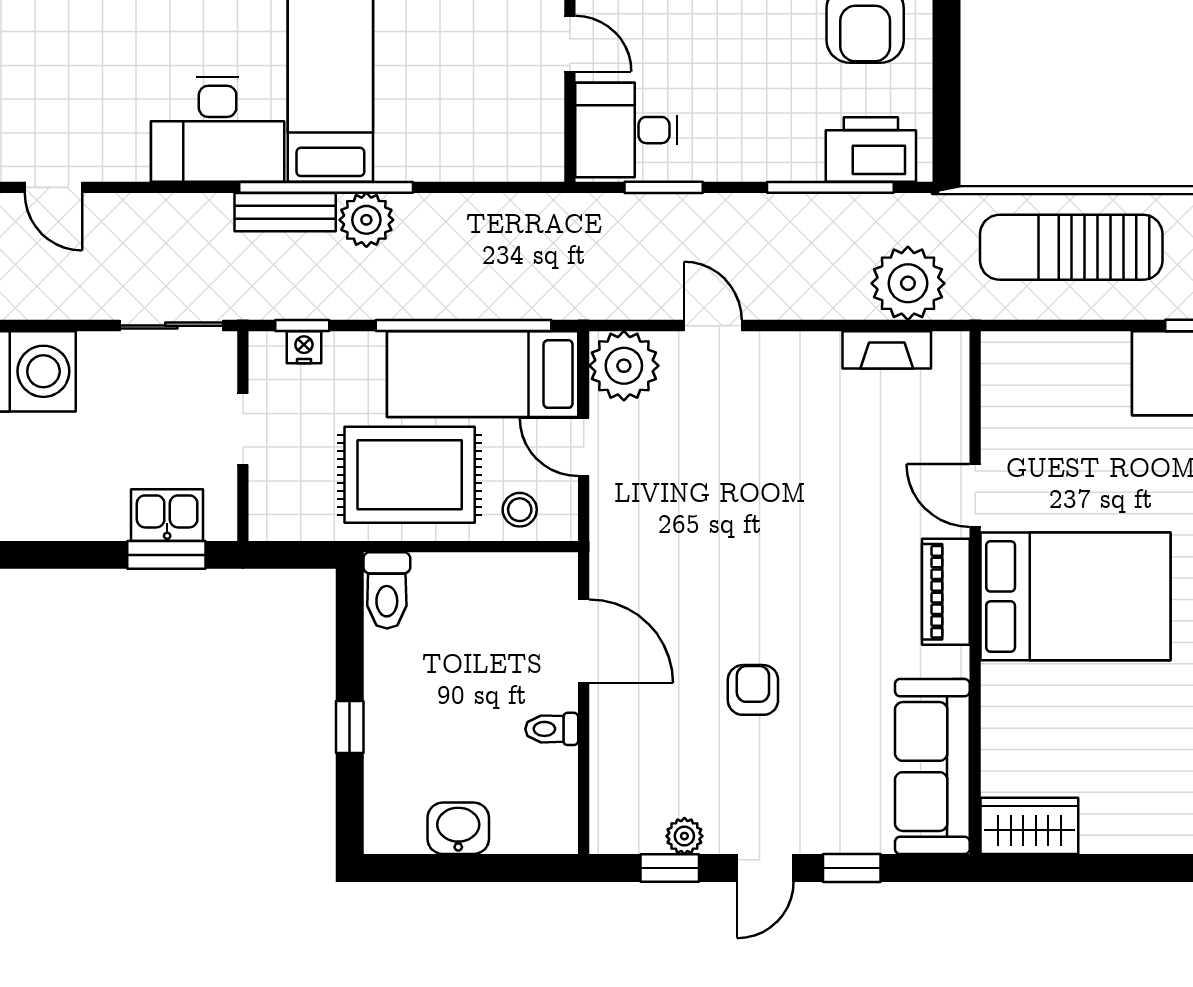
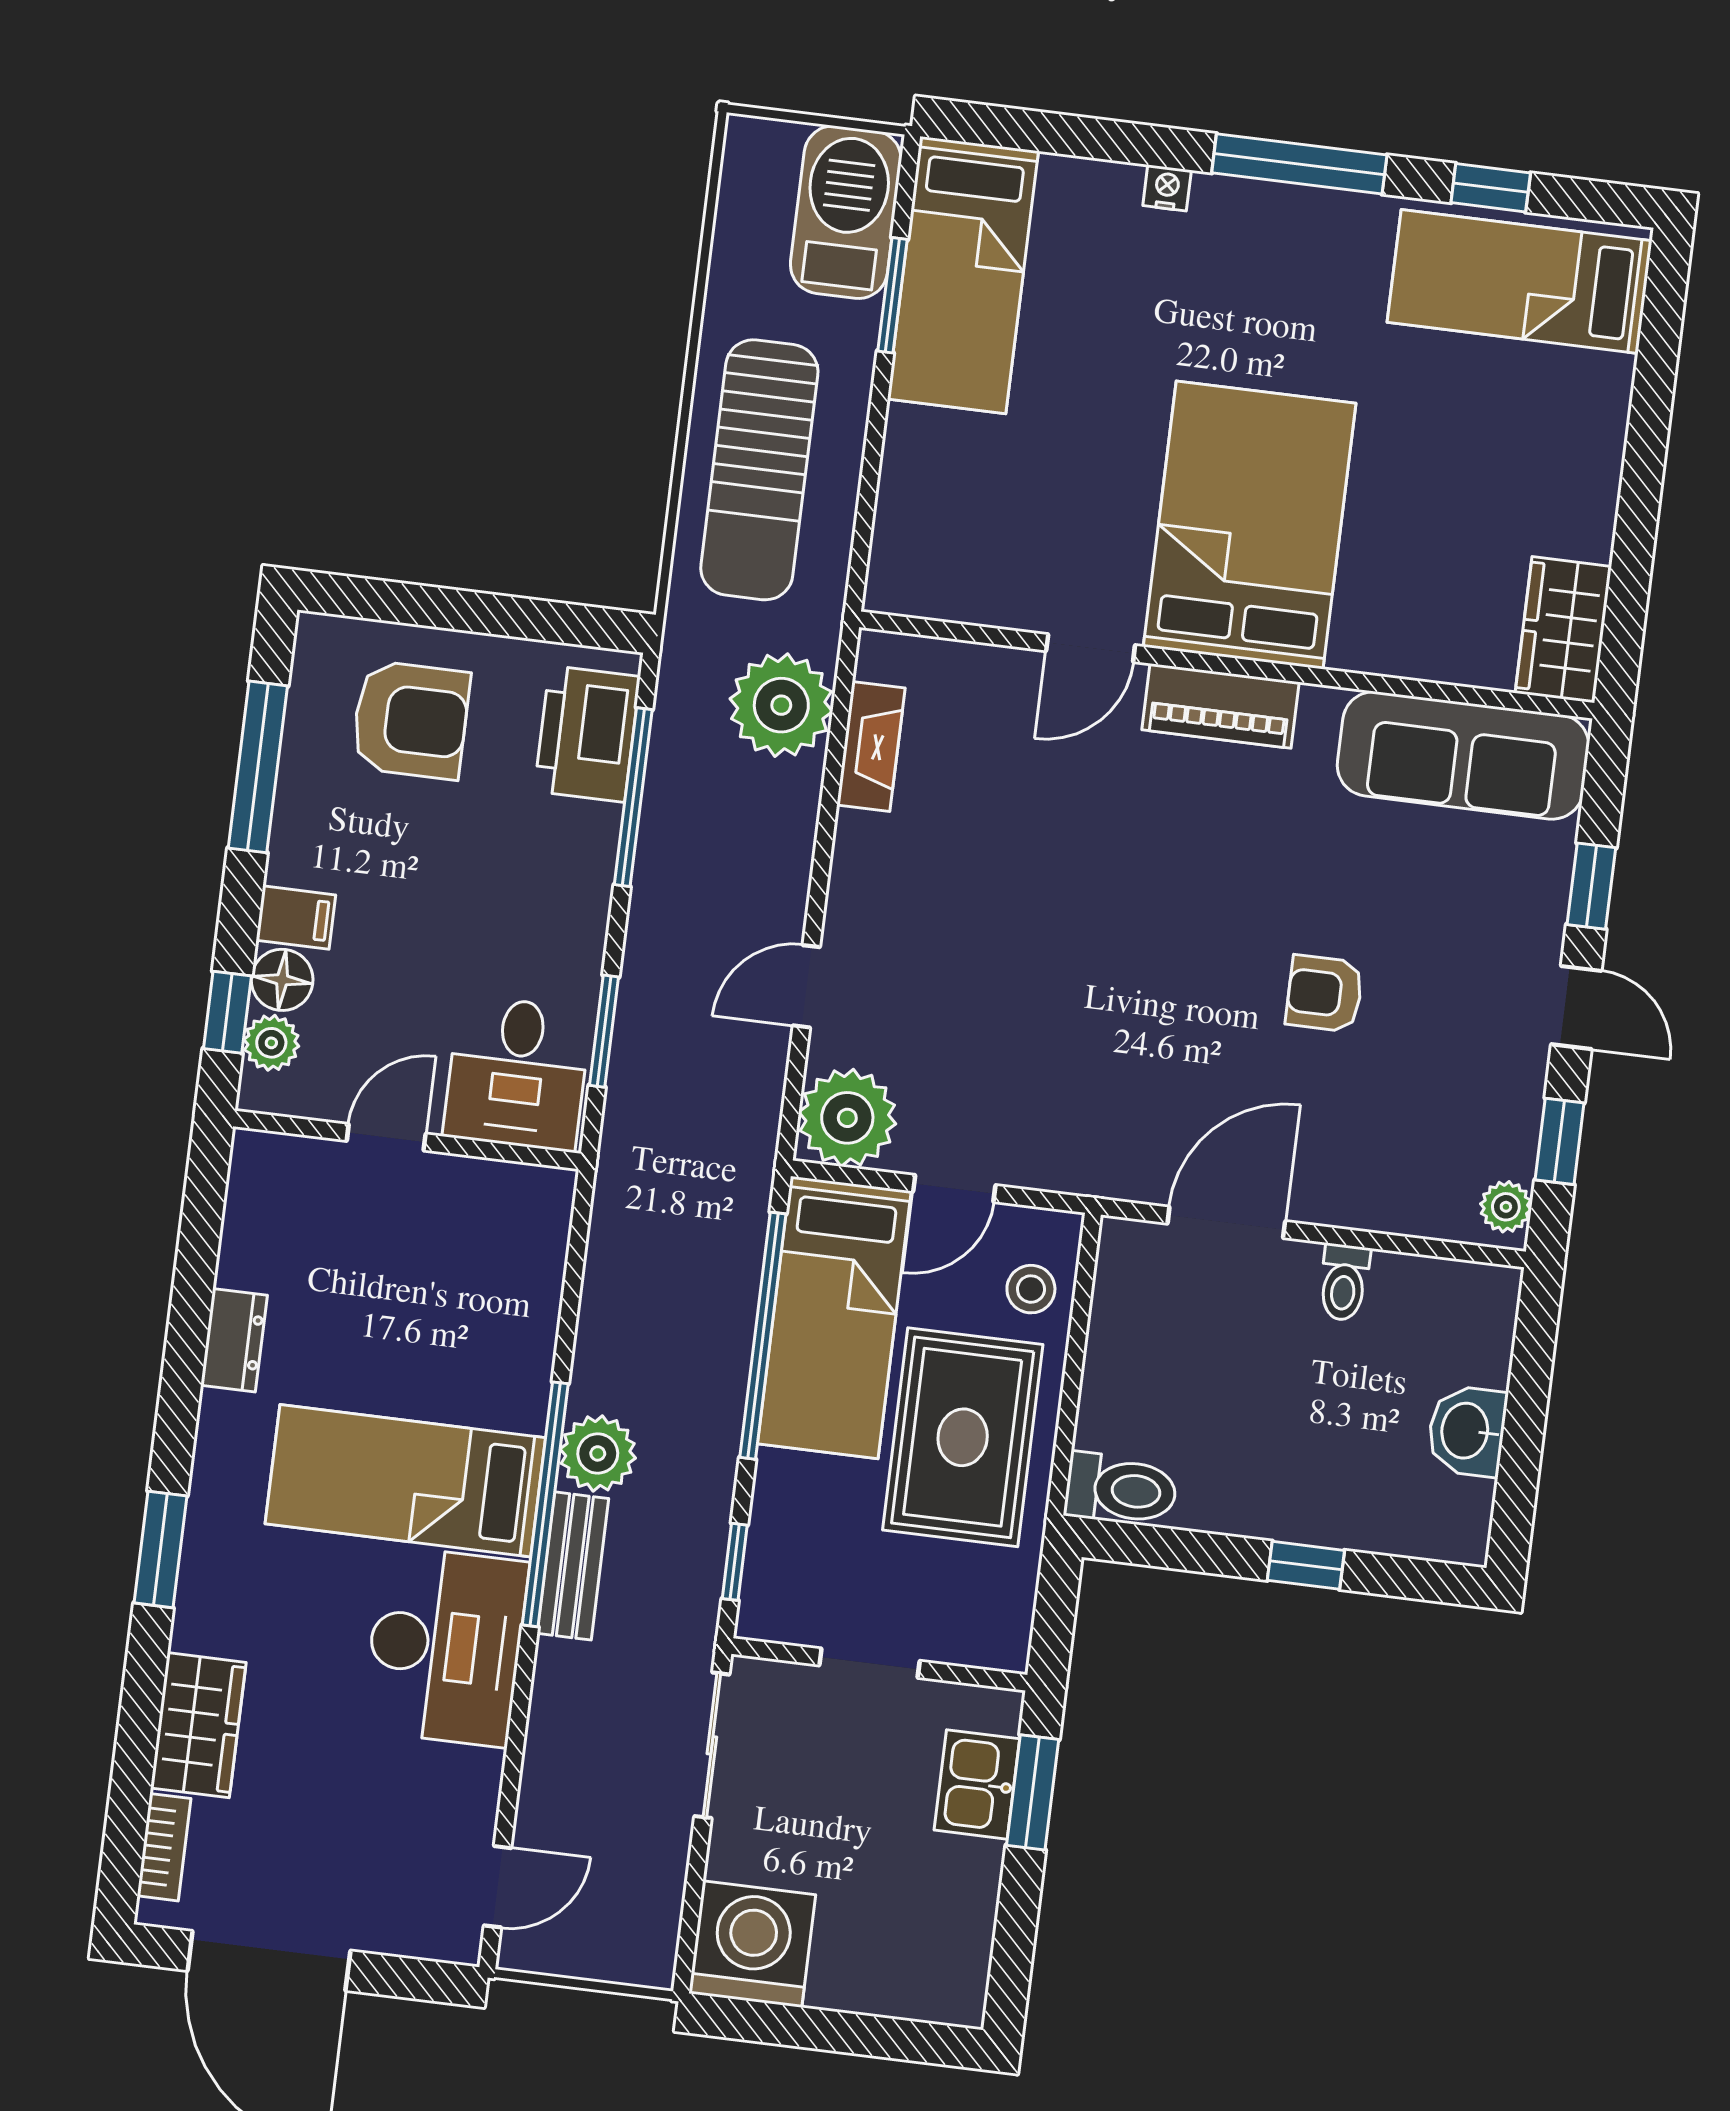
nightstand: (304, 347) -> (765, 1563), removed
plant: (684, 836) -> (1506, 1207), moved

